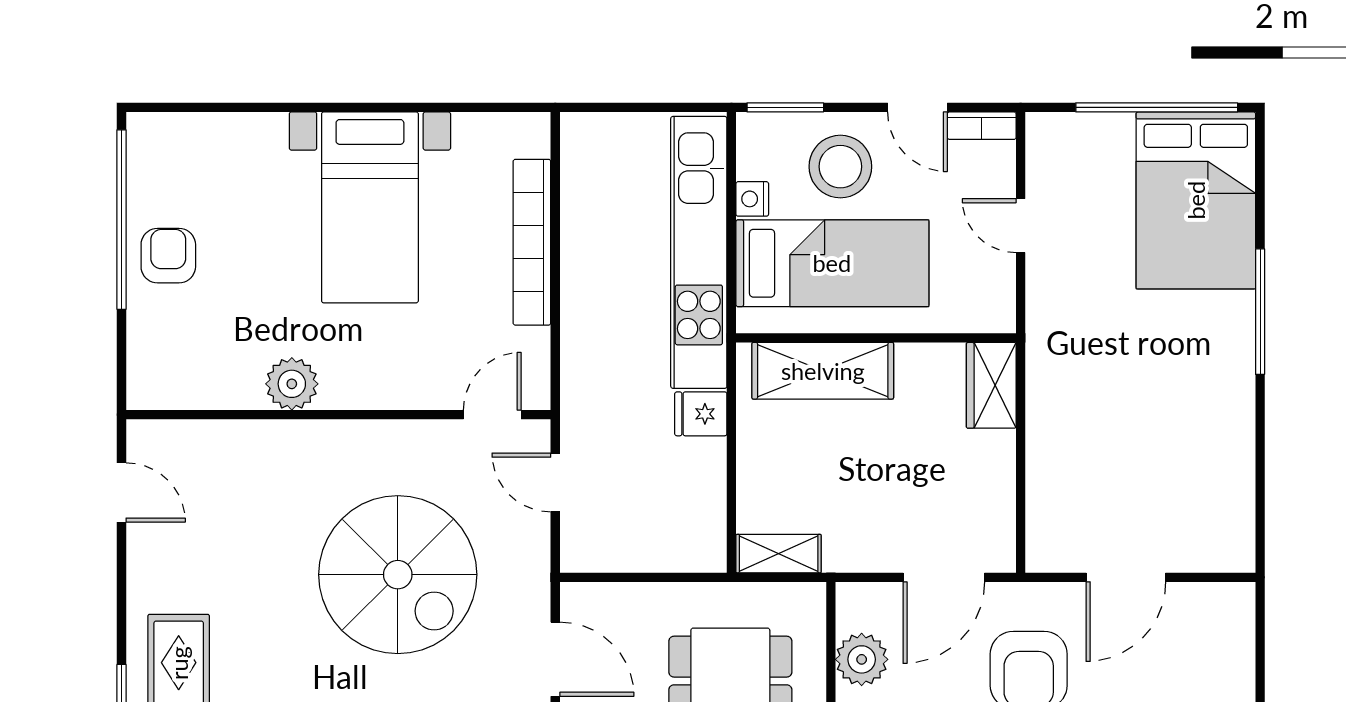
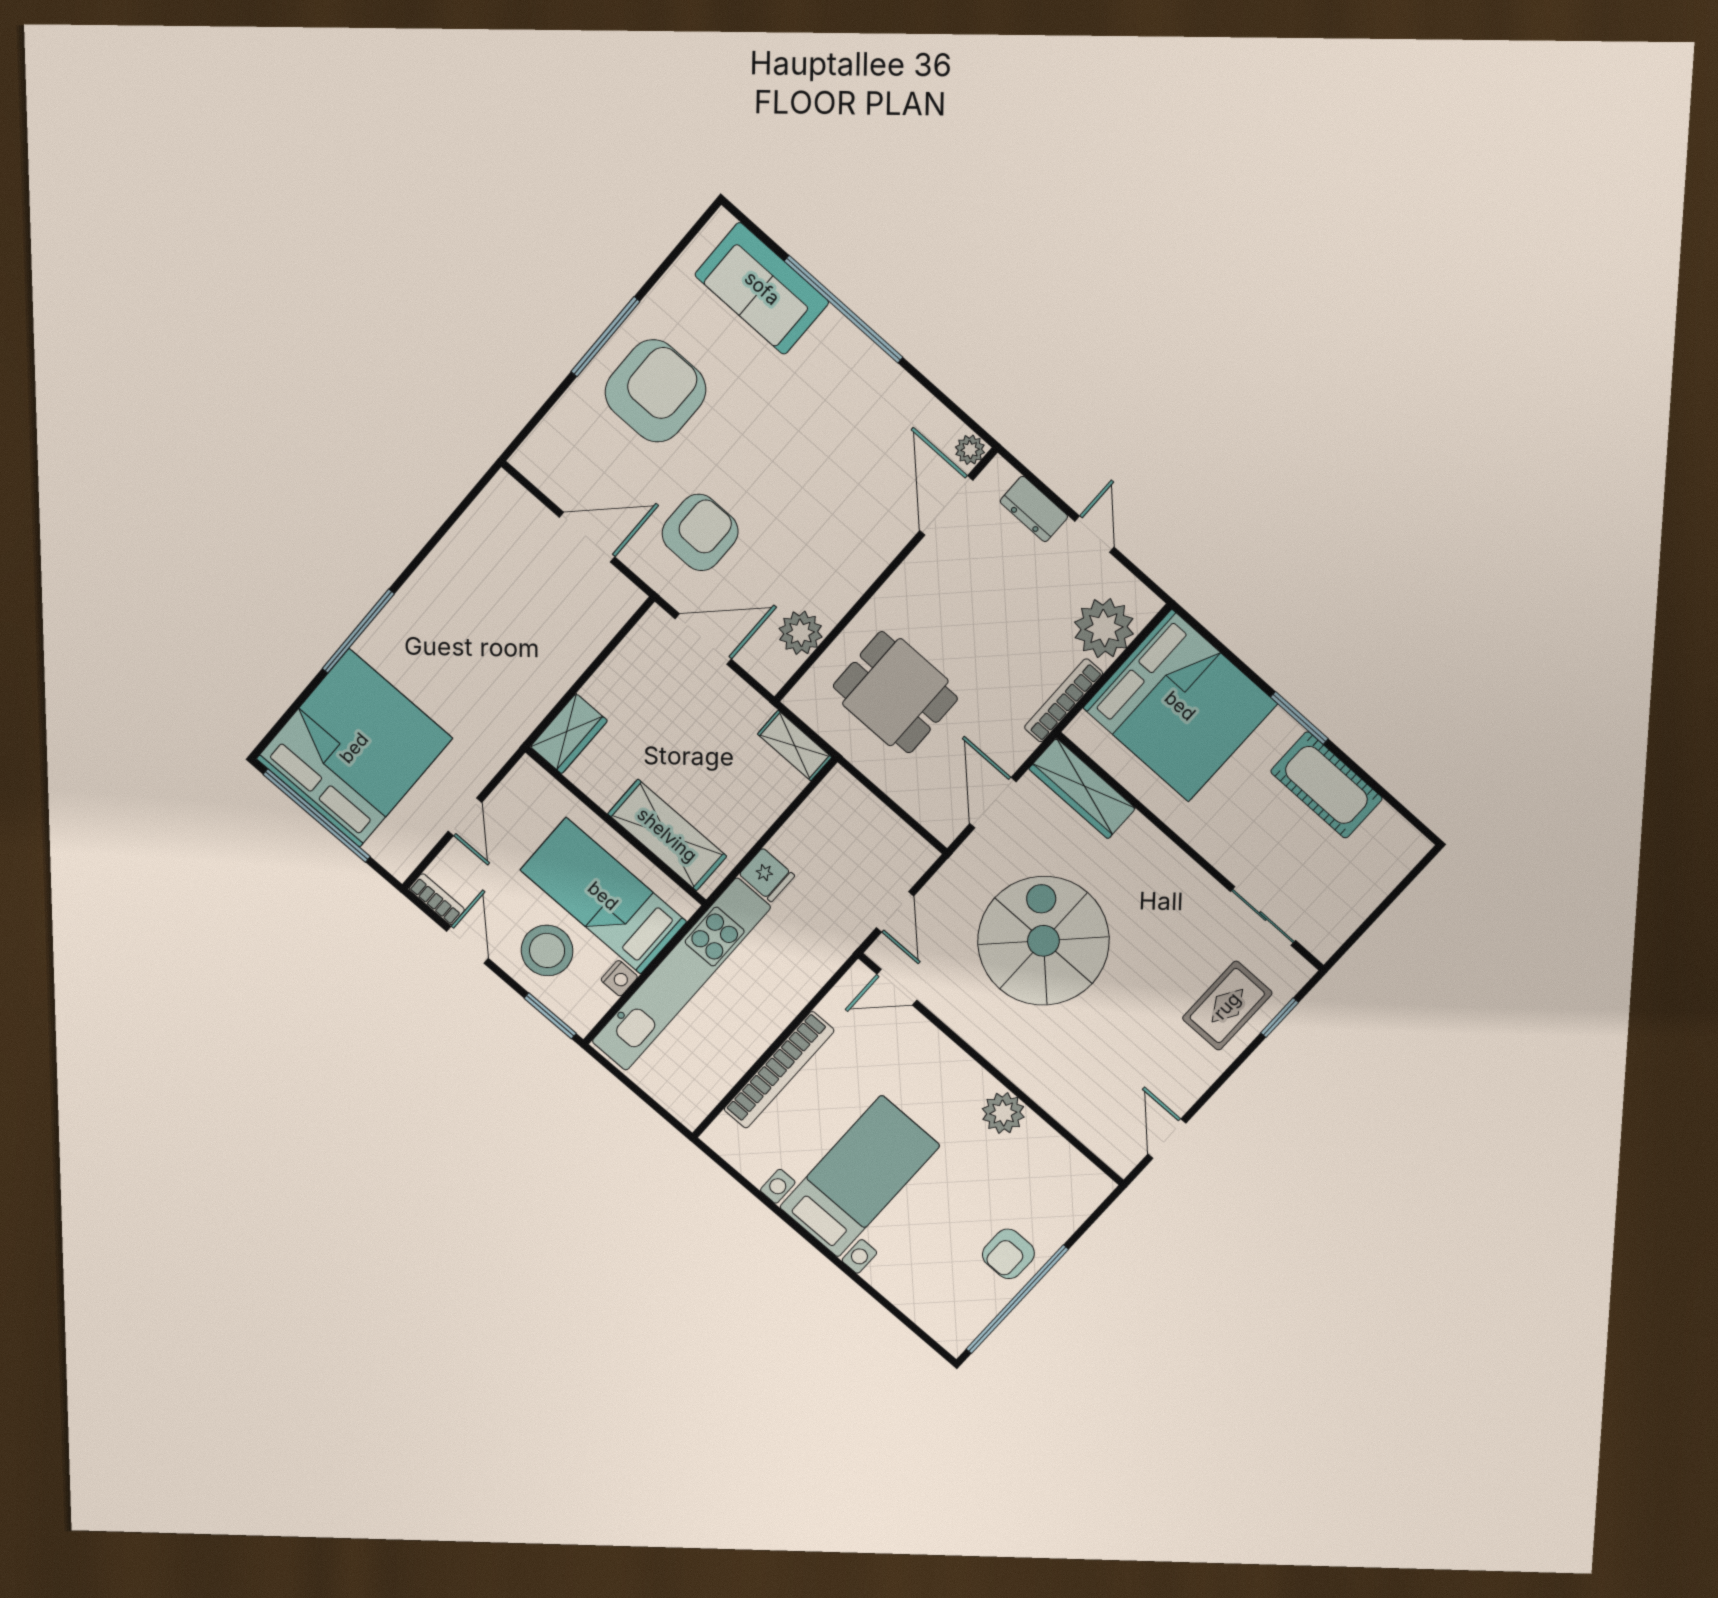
bed: (1196, 200) -> (354, 748), width x1.36

